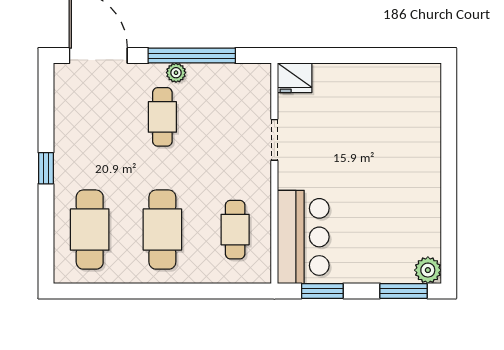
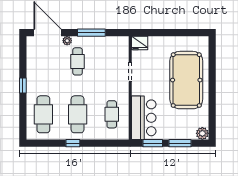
window: (192, 56) -> (91, 33), width x0.68
plant: (176, 73) -> (67, 41), moved
pool table: (394, 157) -> (186, 80), added
window: (152, 291) -> (73, 143), added
window: (404, 291) -> (180, 143), moved

